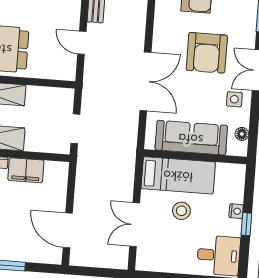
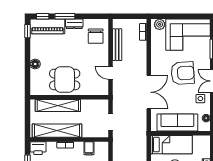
armchair: (207, 53) -> (183, 73), turned -94
filing cabinet: (26, 170) -> (89, 148), width x0.50

